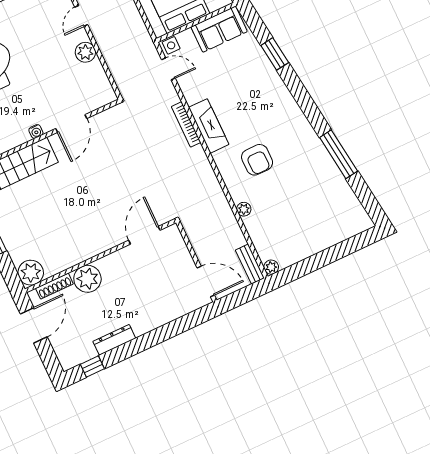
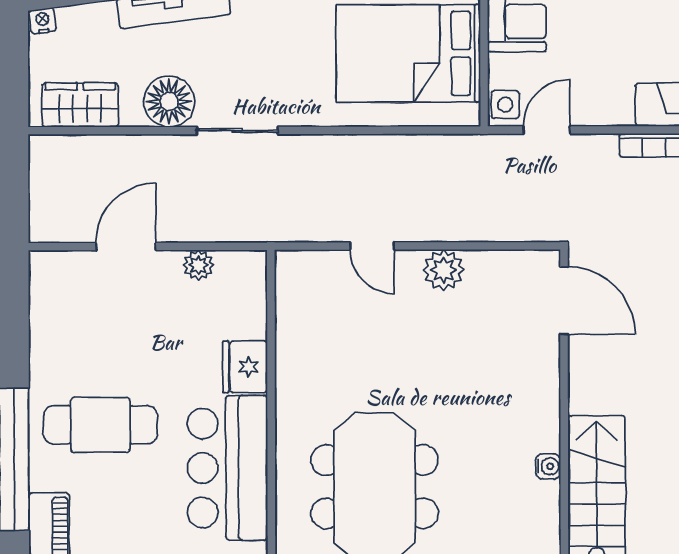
door: (71, 124) -> (564, 301), moved
water cooler: (36, 131) -> (548, 466), moved

